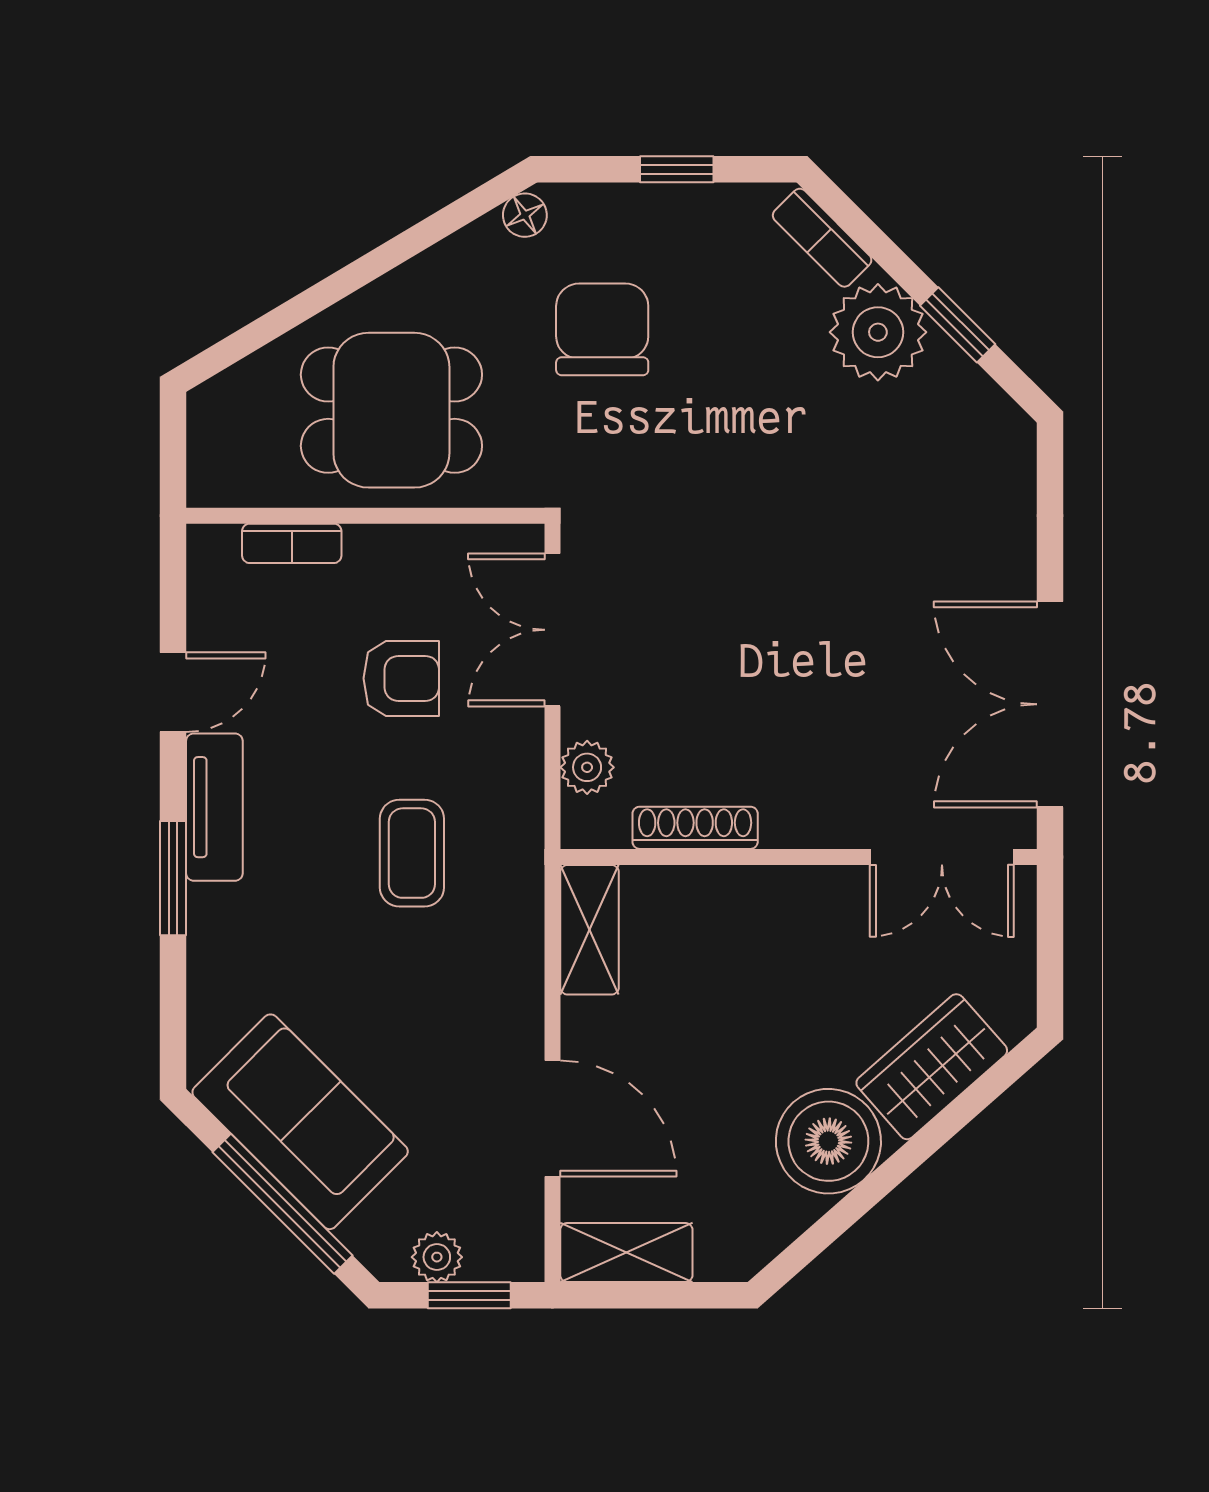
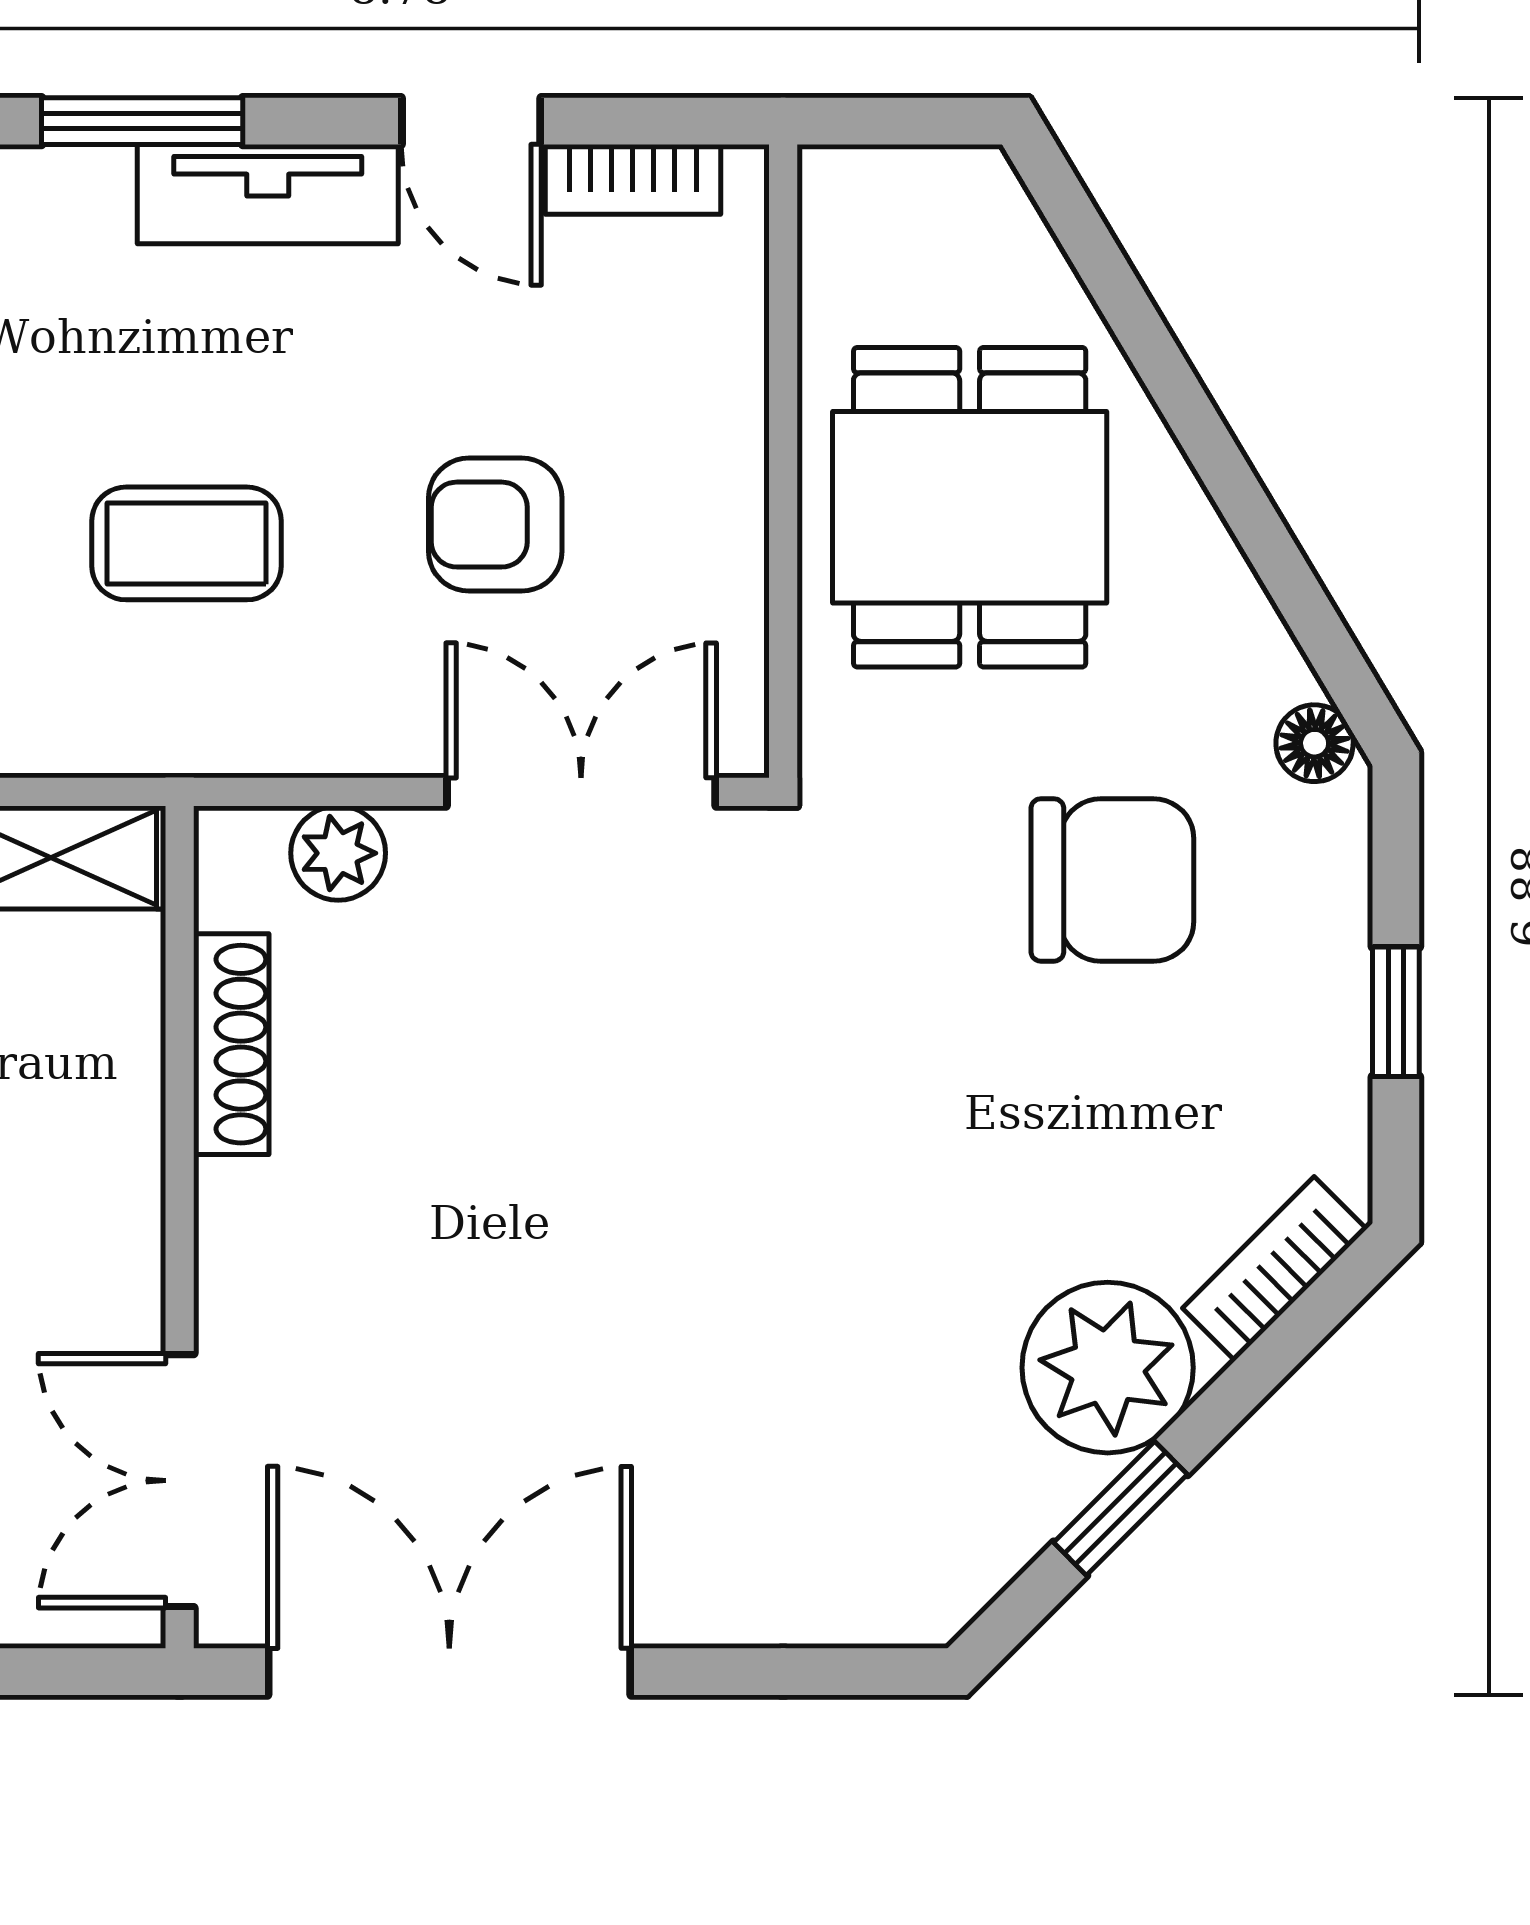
bookcase: (292, 543) -> (633, 179), moved, turned -90
armchair: (401, 678) -> (495, 525), turned 90

